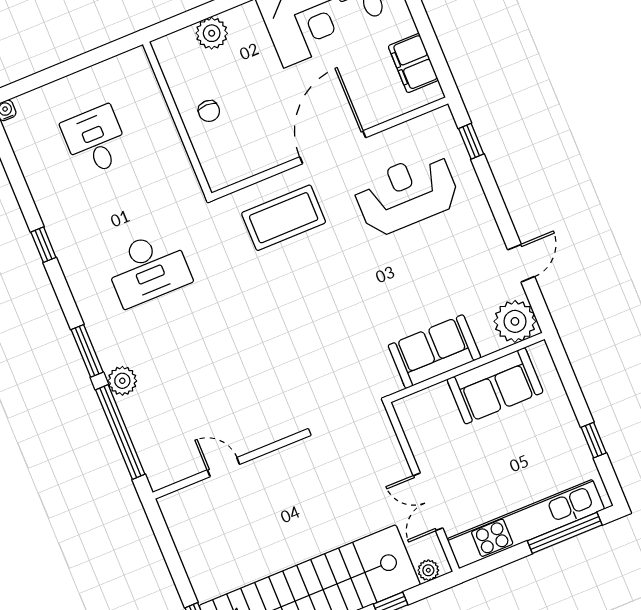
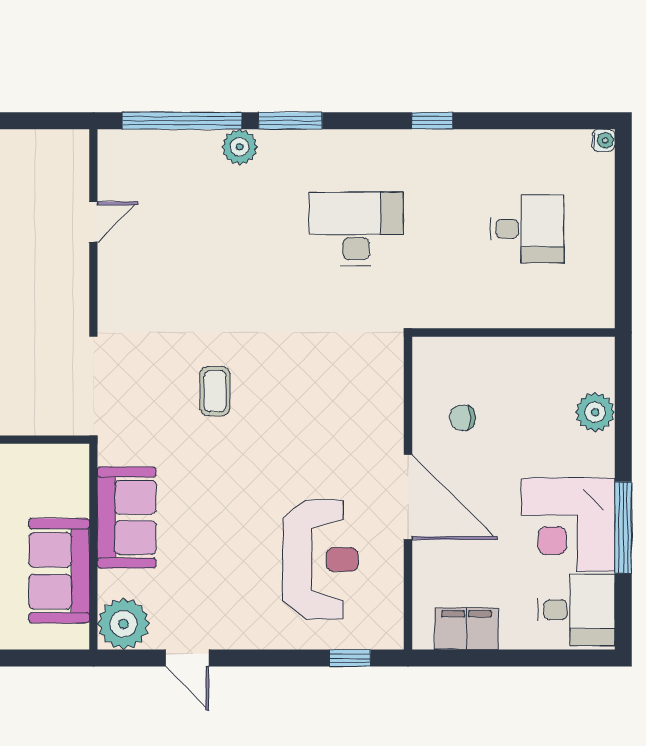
chair: (209, 111) -> (462, 418), moved
coffee table: (284, 218) -> (215, 391), moved, width x0.54, depth x0.58
desk: (148, 268) -> (356, 229), turned 90

